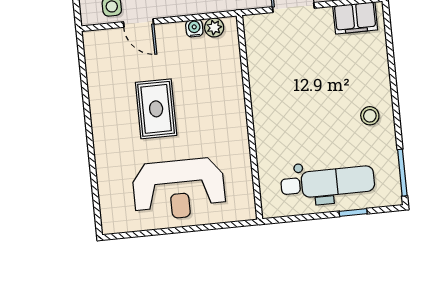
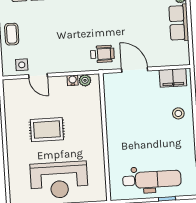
rug: (156, 109) -> (47, 130), turned 90
stool: (370, 116) -> (178, 113), moved

